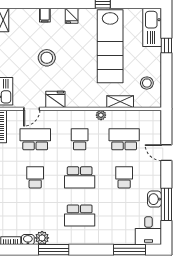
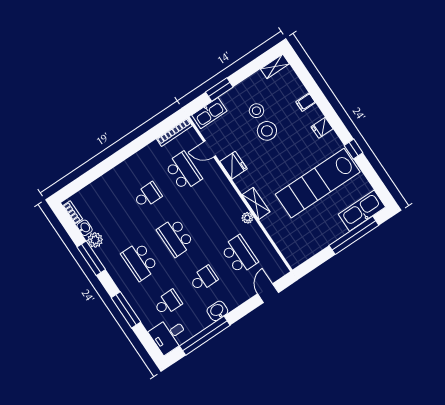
window: (166, 45) -> (354, 235), width x3.17
stool: (147, 83) -> (256, 111), moved
shelving: (120, 102) -> (256, 203), moved
school desk: (80, 139) -> (168, 303), moved
door: (166, 153) -> (268, 293), moved
washbasin: (155, 199) -> (217, 311), moved
window: (166, 204) -> (205, 336), width x1.46
window: (130, 250) -> (126, 310), moved

